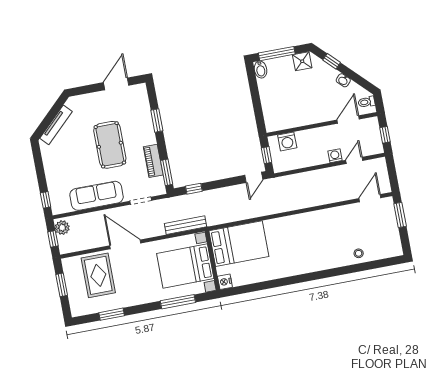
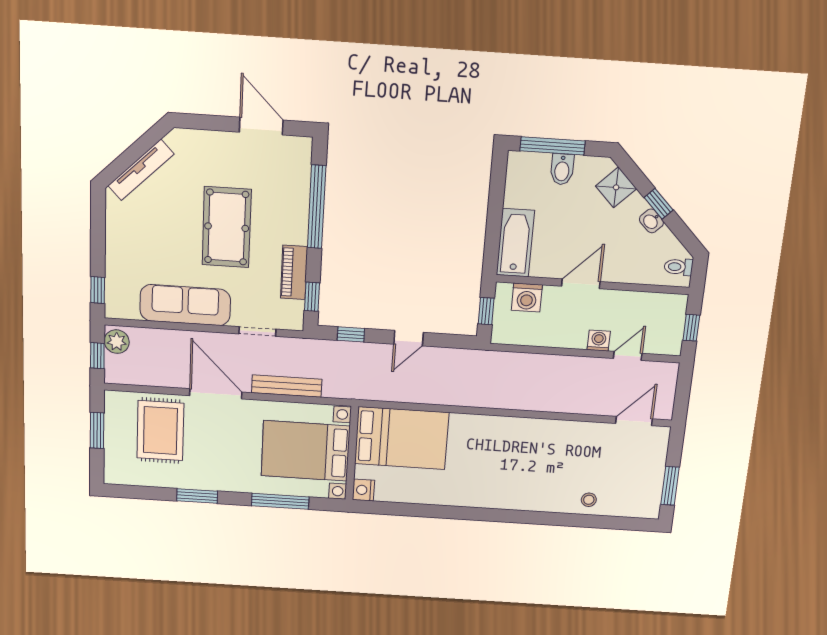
shower: (302, 61) -> (616, 187), moved, turned 45
window: (332, 61) -> (659, 204), moved
bidet: (261, 70) -> (562, 169), moved
door: (116, 84) -> (261, 126), hinge flipped
bathtub: (272, 112) -> (515, 243), added
door: (348, 119) -> (581, 284), moved
window: (157, 120) -> (317, 207), width x2.11
window: (167, 172) -> (312, 297), width x0.67
door: (254, 177) -> (409, 338), moved
window: (400, 215) -> (670, 486), moved
bench: (185, 225) -> (287, 386), moved
window: (112, 314) -> (197, 496), moved

